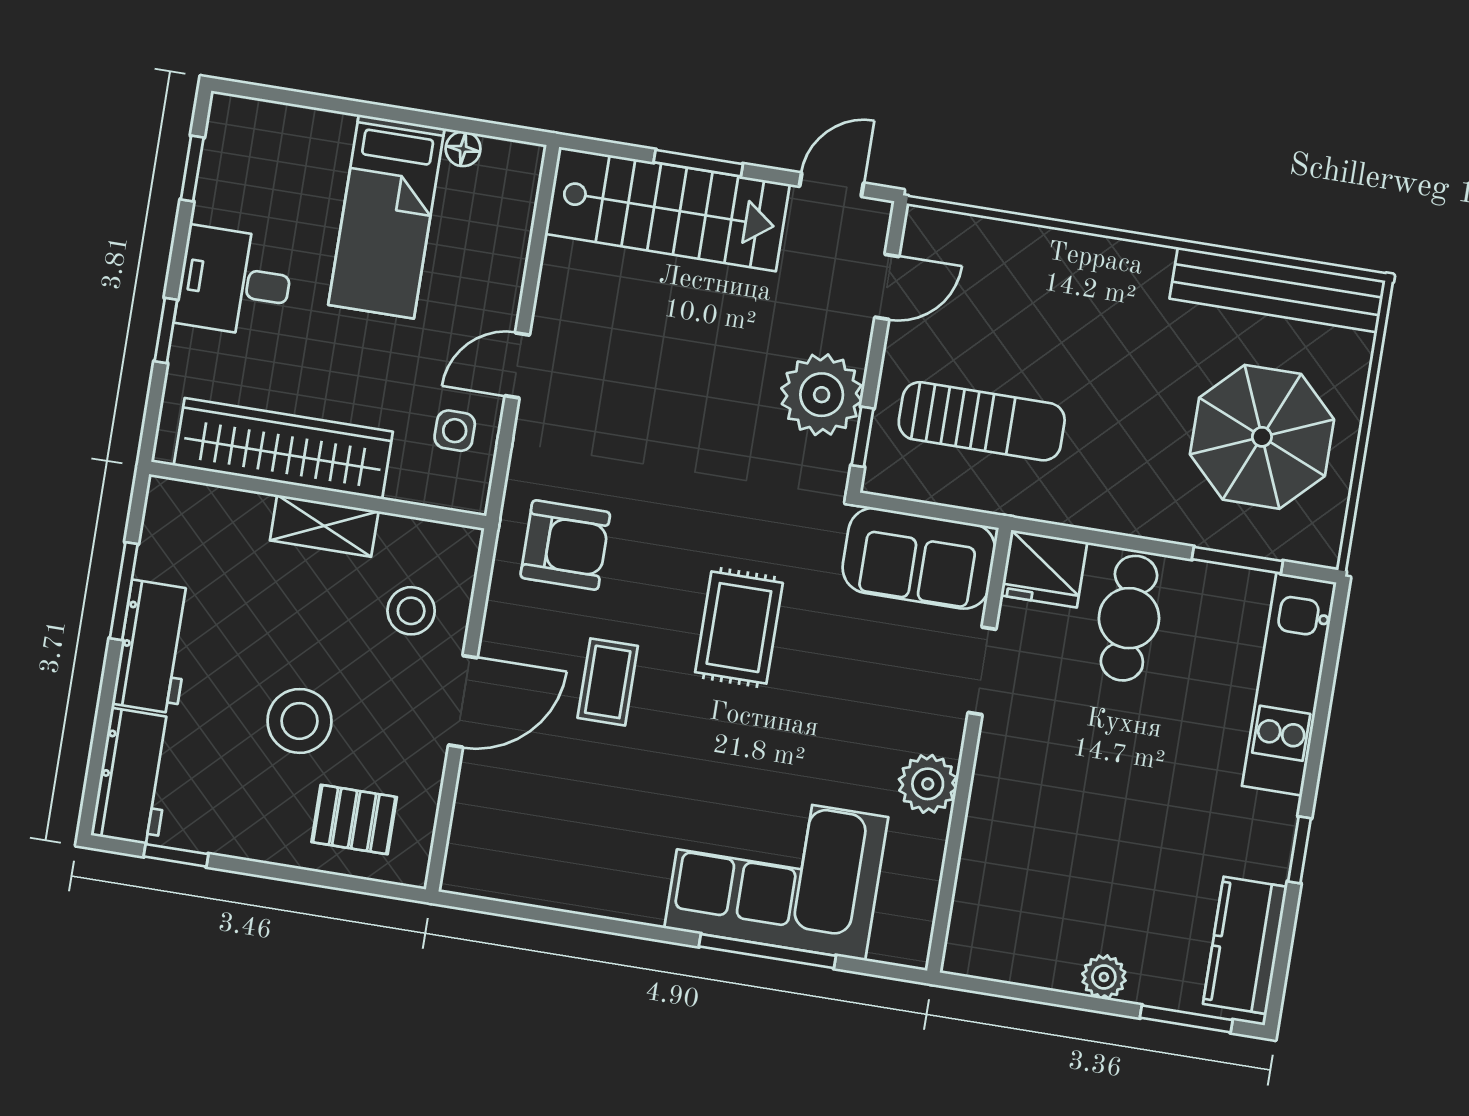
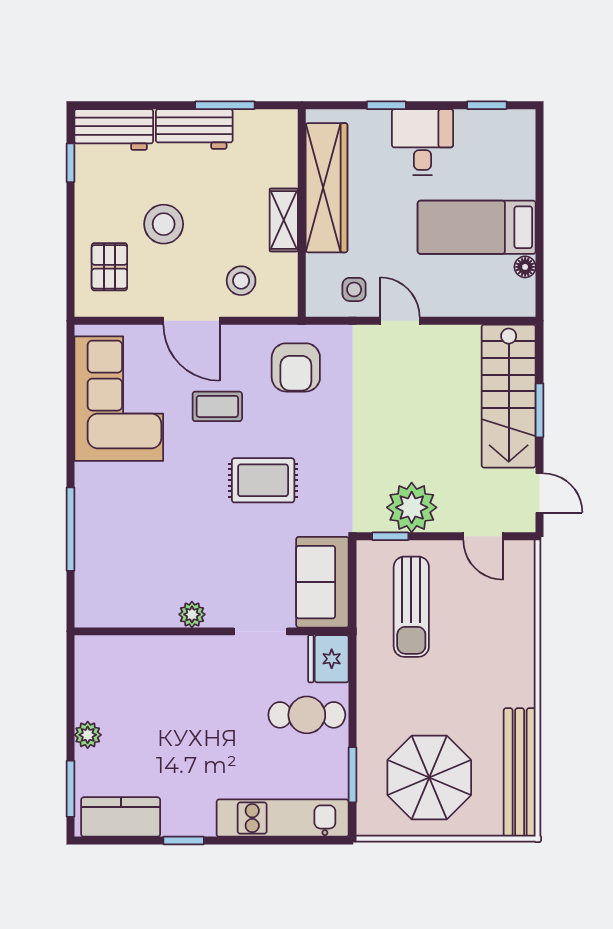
plant: (928, 784) -> (192, 614), width x0.73, depth x0.73
corner sofa: (776, 873) -> (119, 399), moved

